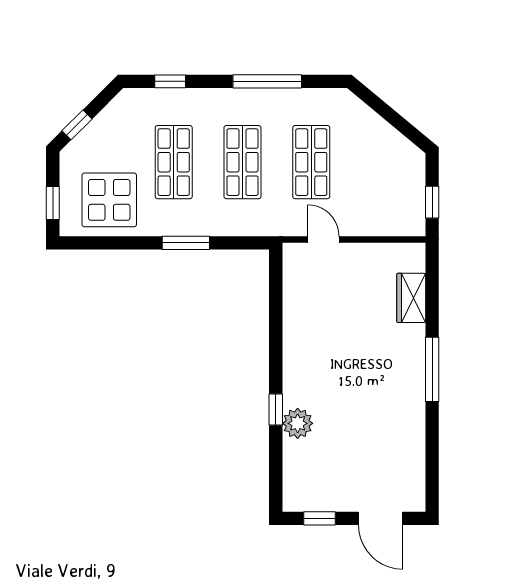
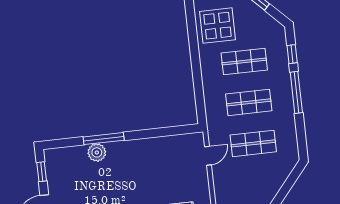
window: (267, 81) -> (296, 92), moved
window: (186, 243) -> (197, 74), removed
window: (276, 409) -> (104, 139), width x2.17

